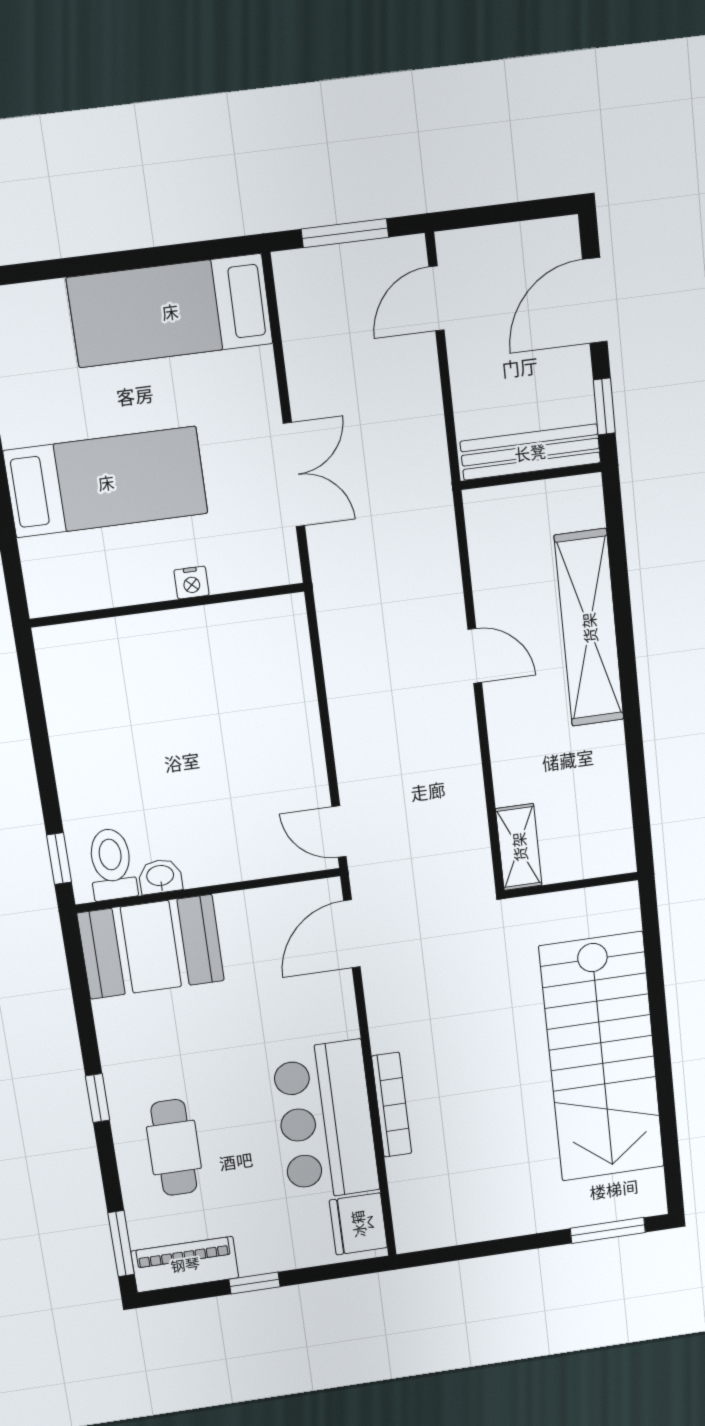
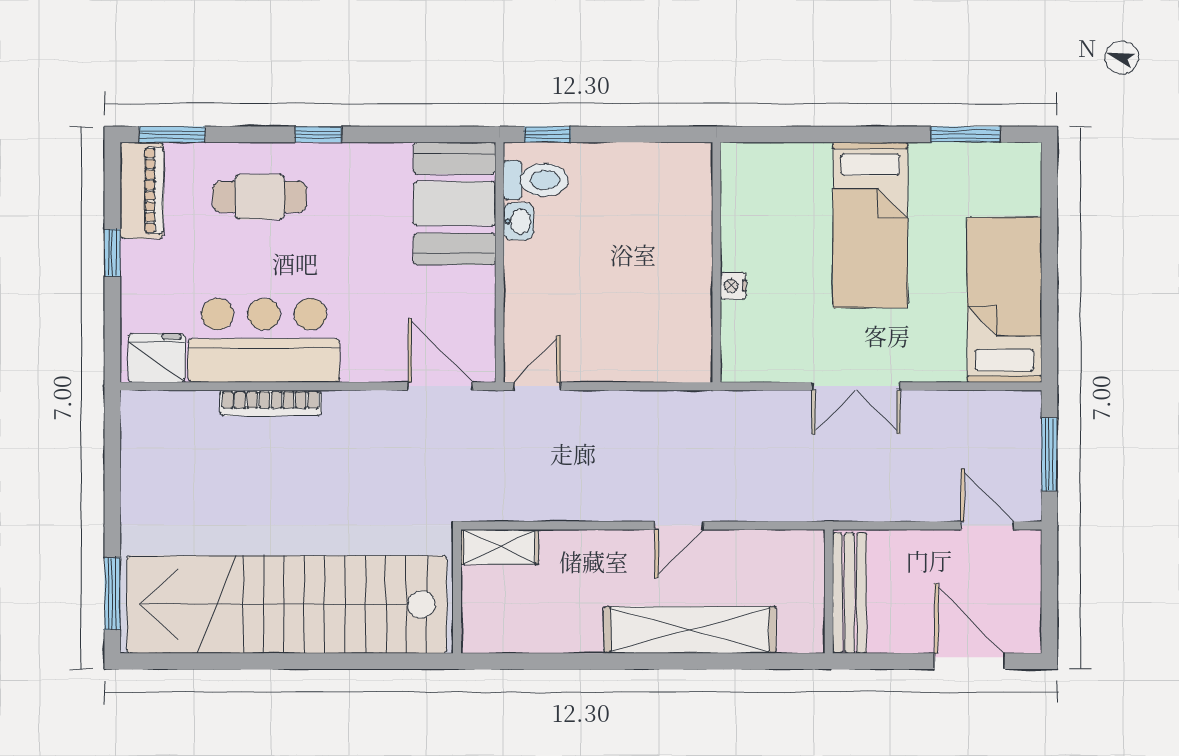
window: (604, 407) -> (880, 661), removed
nightstand: (191, 583) -> (733, 286), moved
wall: (167, 605) -> (716, 262), moved
stairs: (602, 1058) -> (287, 604), width x1.36

